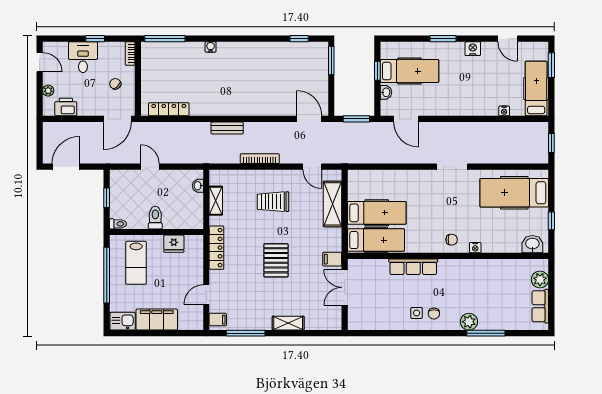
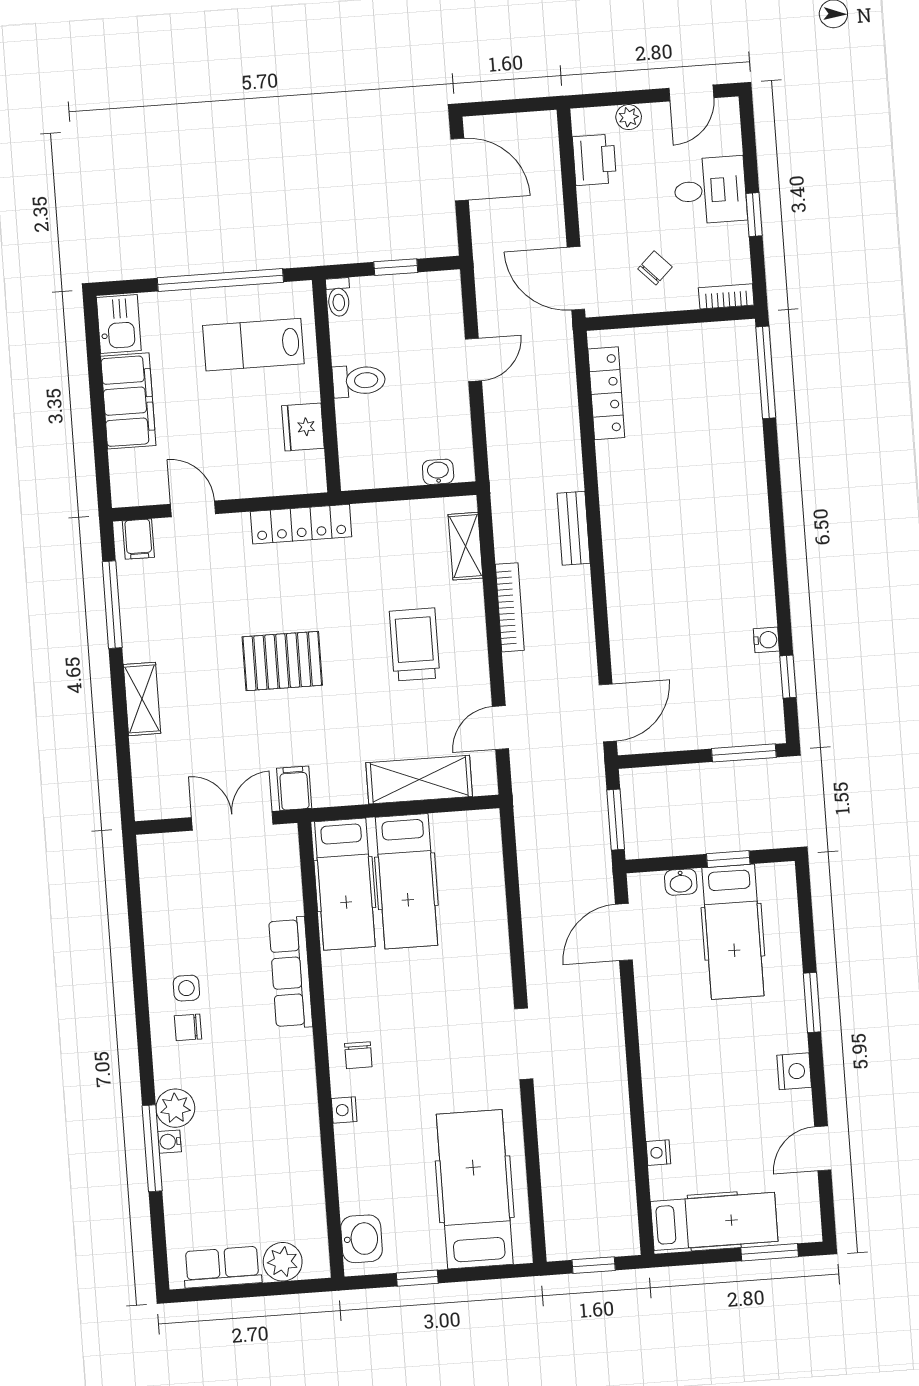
water cooler: (211, 47) -> (766, 640), moved
shelving: (216, 201) -> (466, 546), moved, turned 90
water cooler: (483, 325) -> (169, 1142), added

